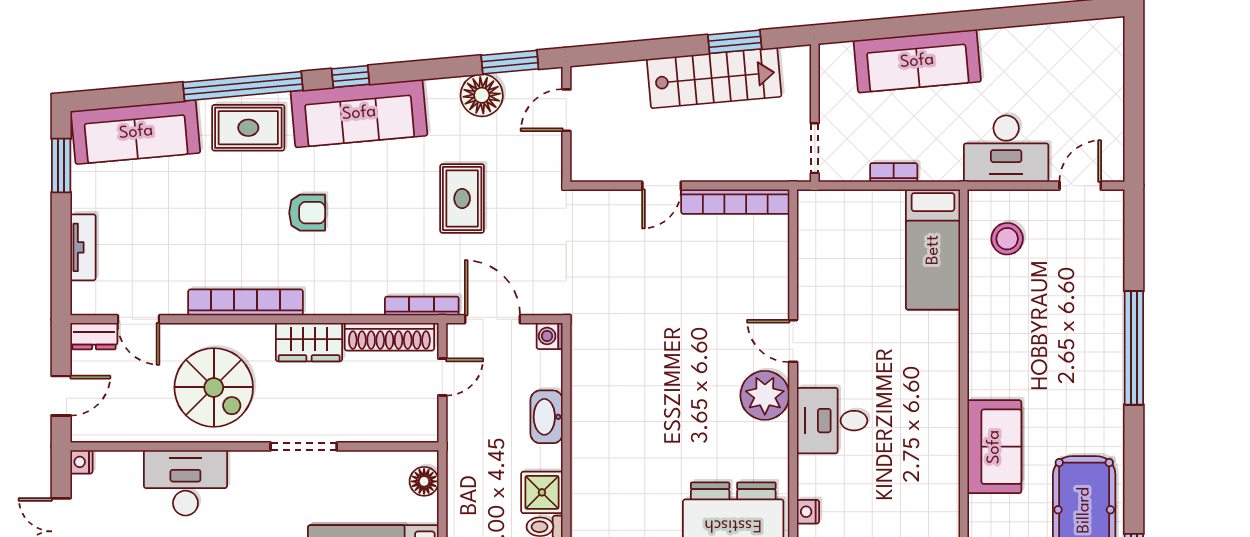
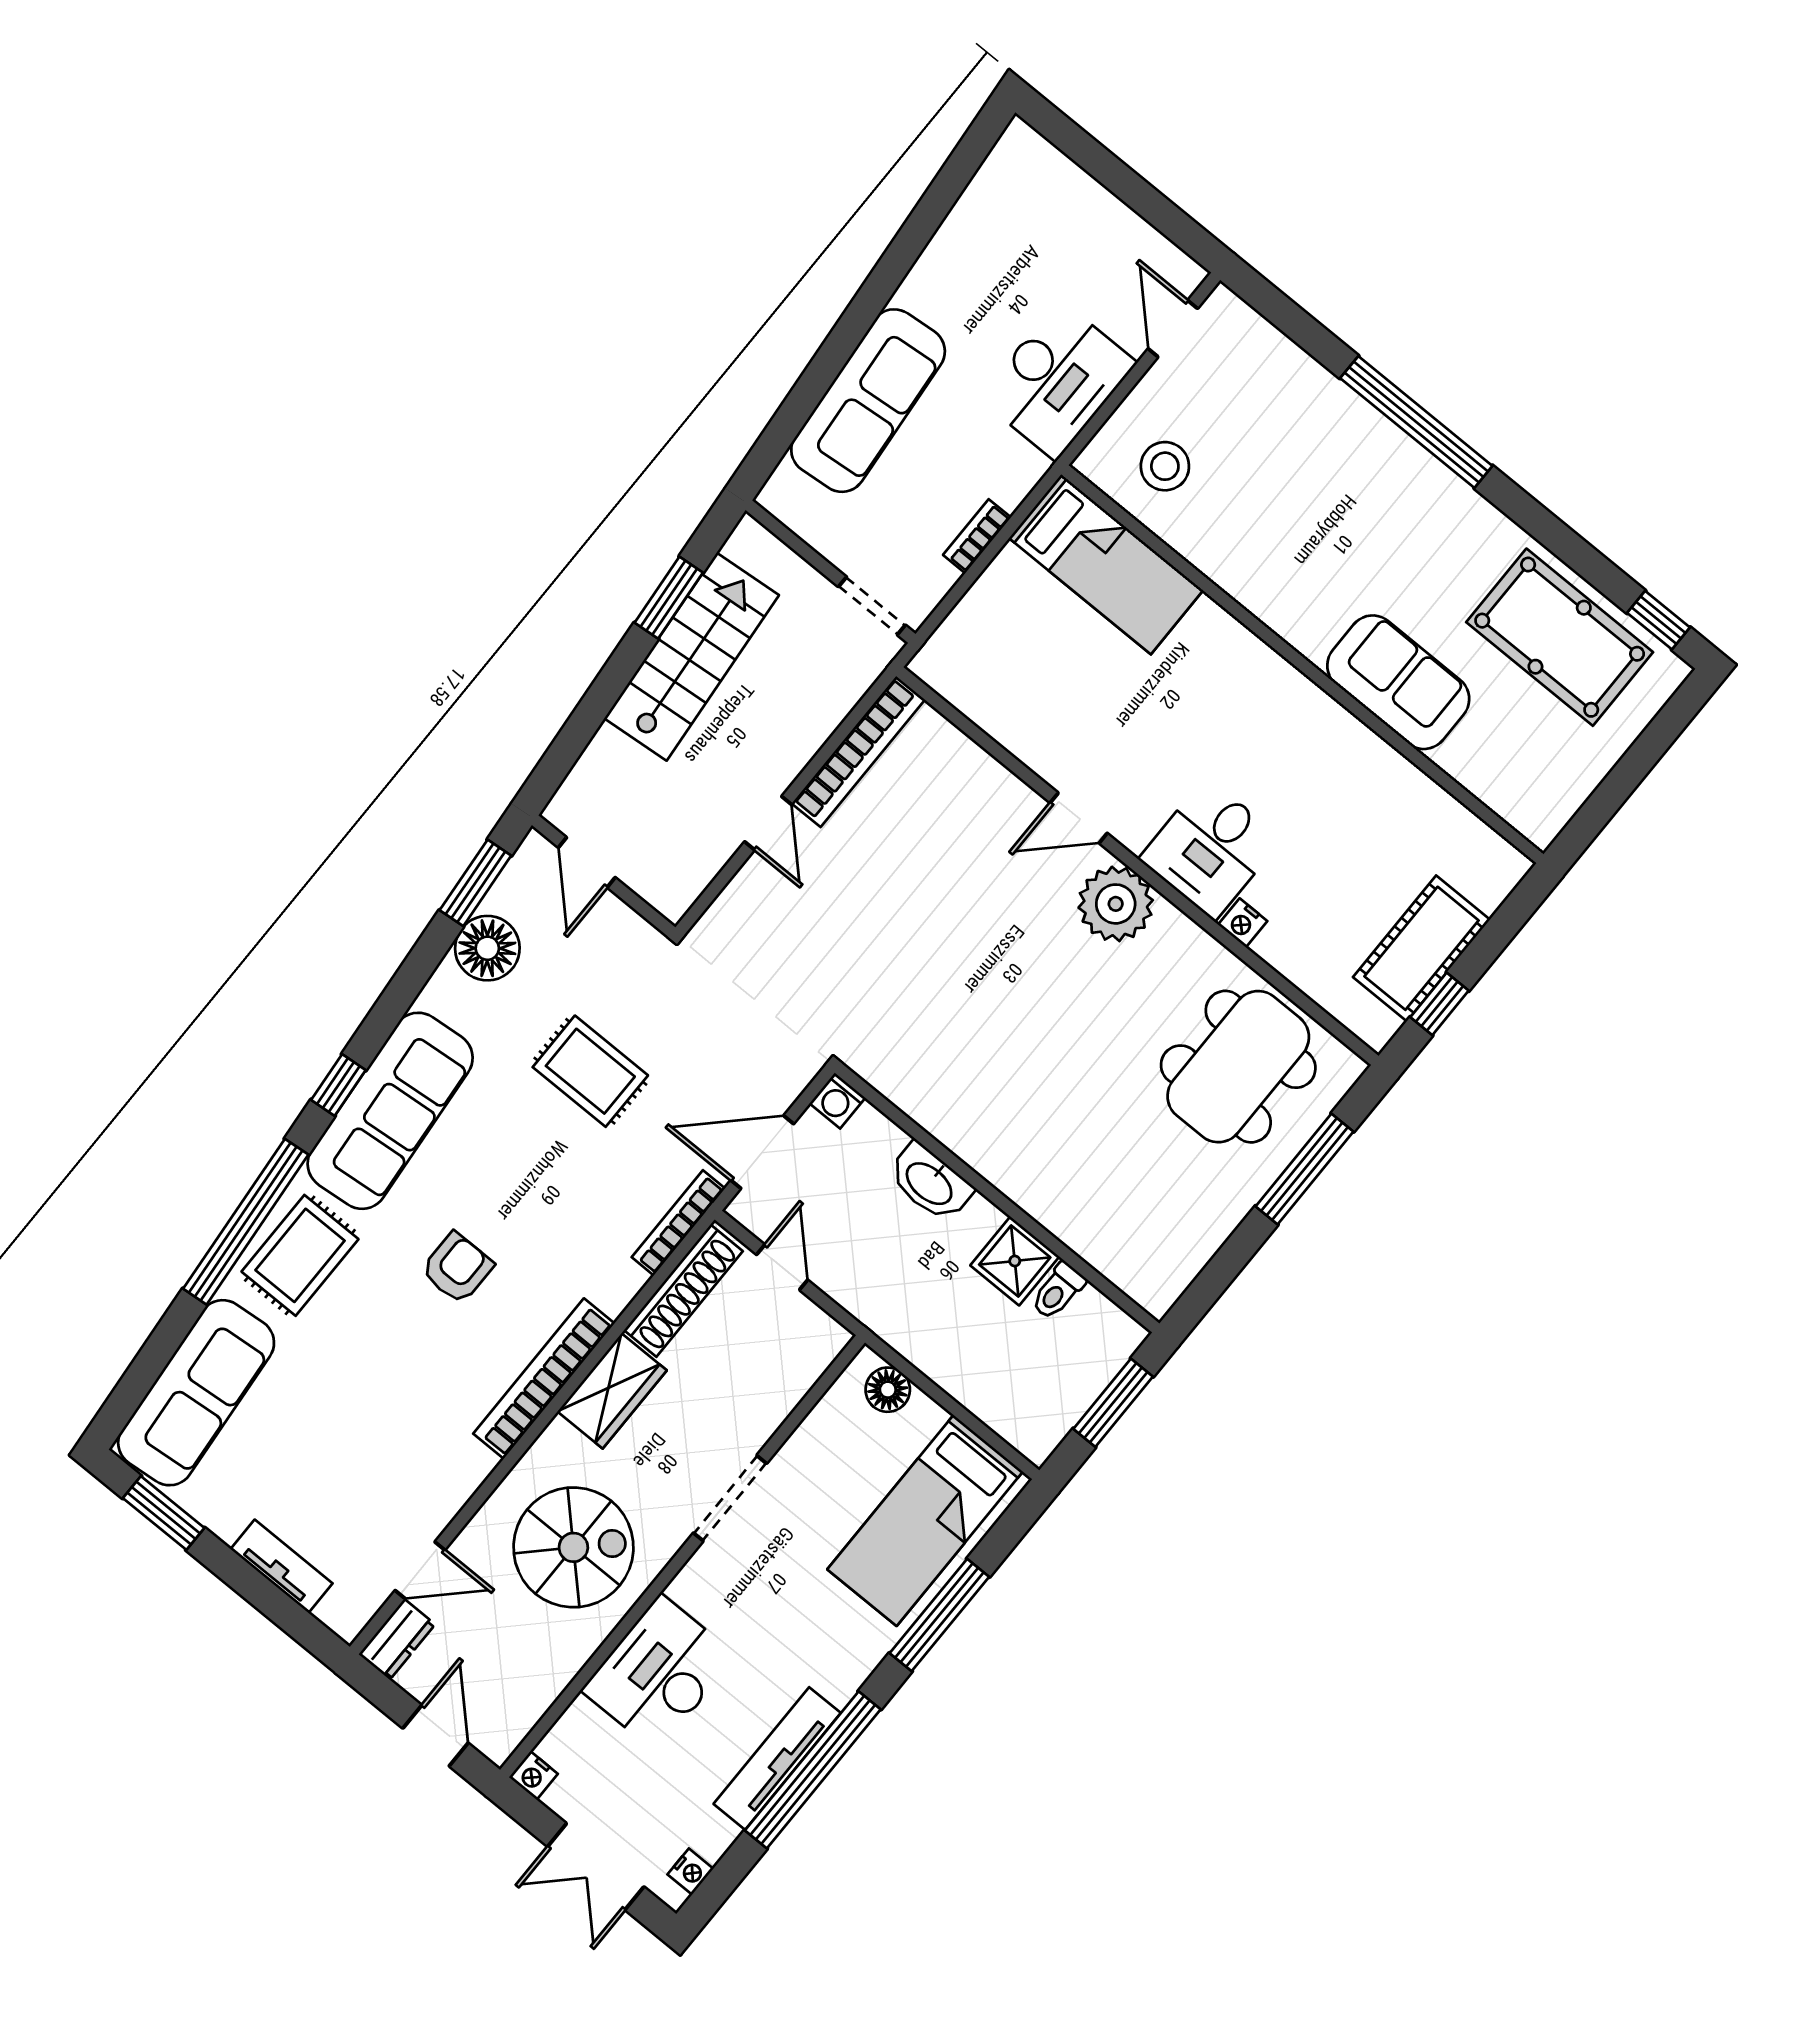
bookcase: (246, 302) -> (544, 1379), moved
nightstand: (808, 512) -> (1243, 923), moved

